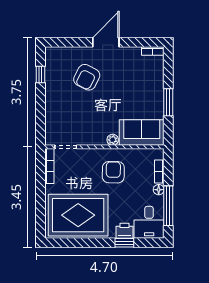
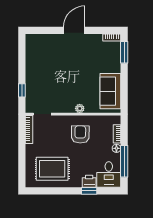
window: (40, 74) -> (22, 90), moved
armchair: (87, 77) -> (59, 59), removed
window: (168, 102) -> (124, 52), moved
sofa: (142, 133) -> (110, 91), moved, turned -90
rug: (78, 215) -> (52, 169), width x0.73, depth x0.69

